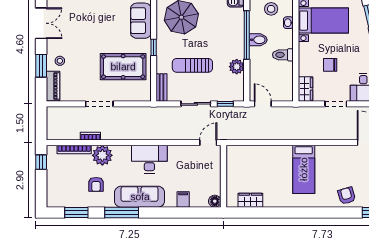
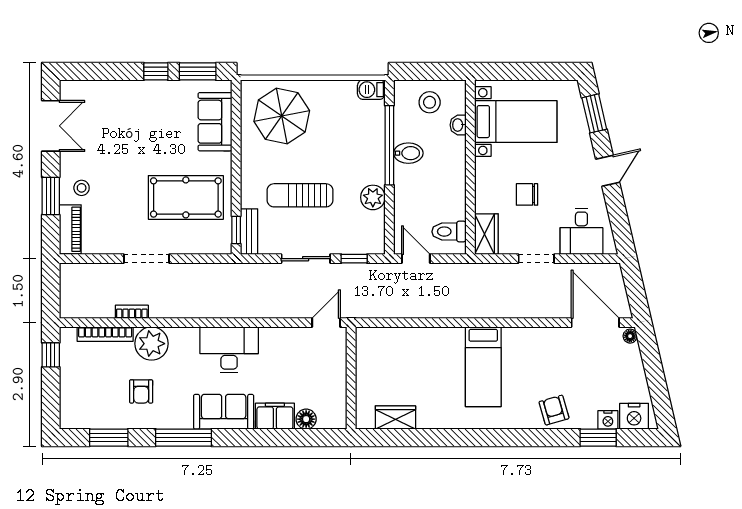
window: (154, 47) -> (236, 230), moved
toilet: (283, 55) -> (449, 232), moved
sofa: (140, 197) -> (224, 412), width x0.73
filing cabinet: (183, 199) -> (275, 416), width x2.00
floor lamp: (215, 201) -> (306, 419), moved

